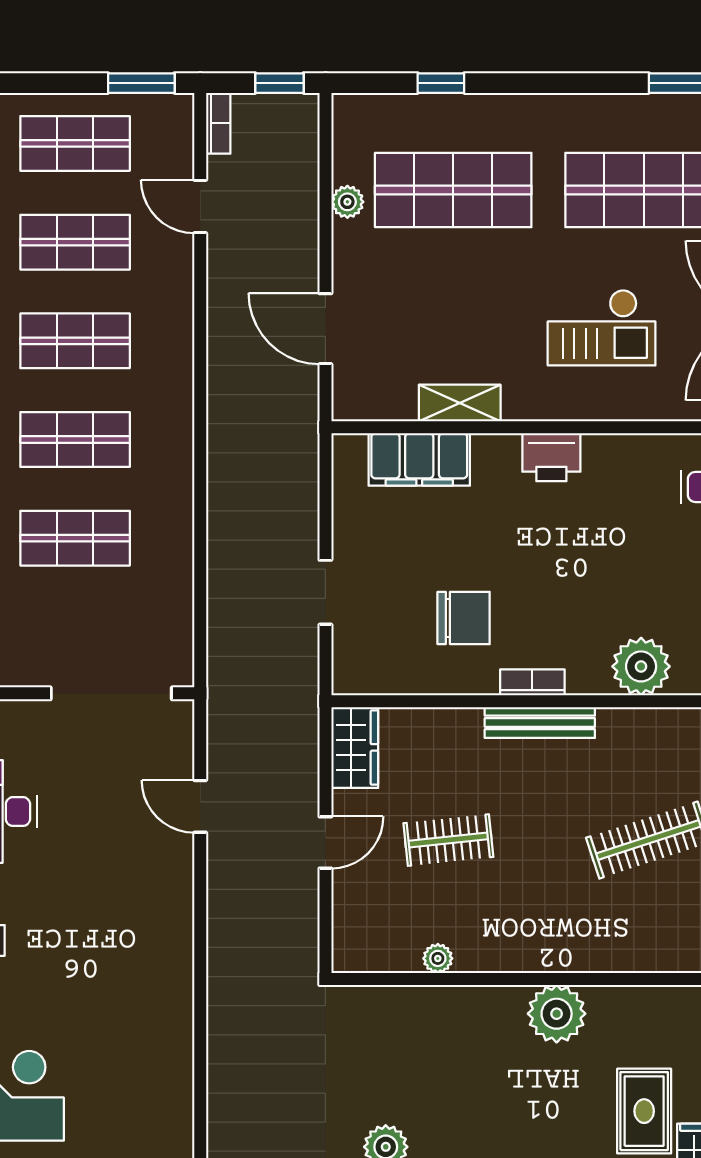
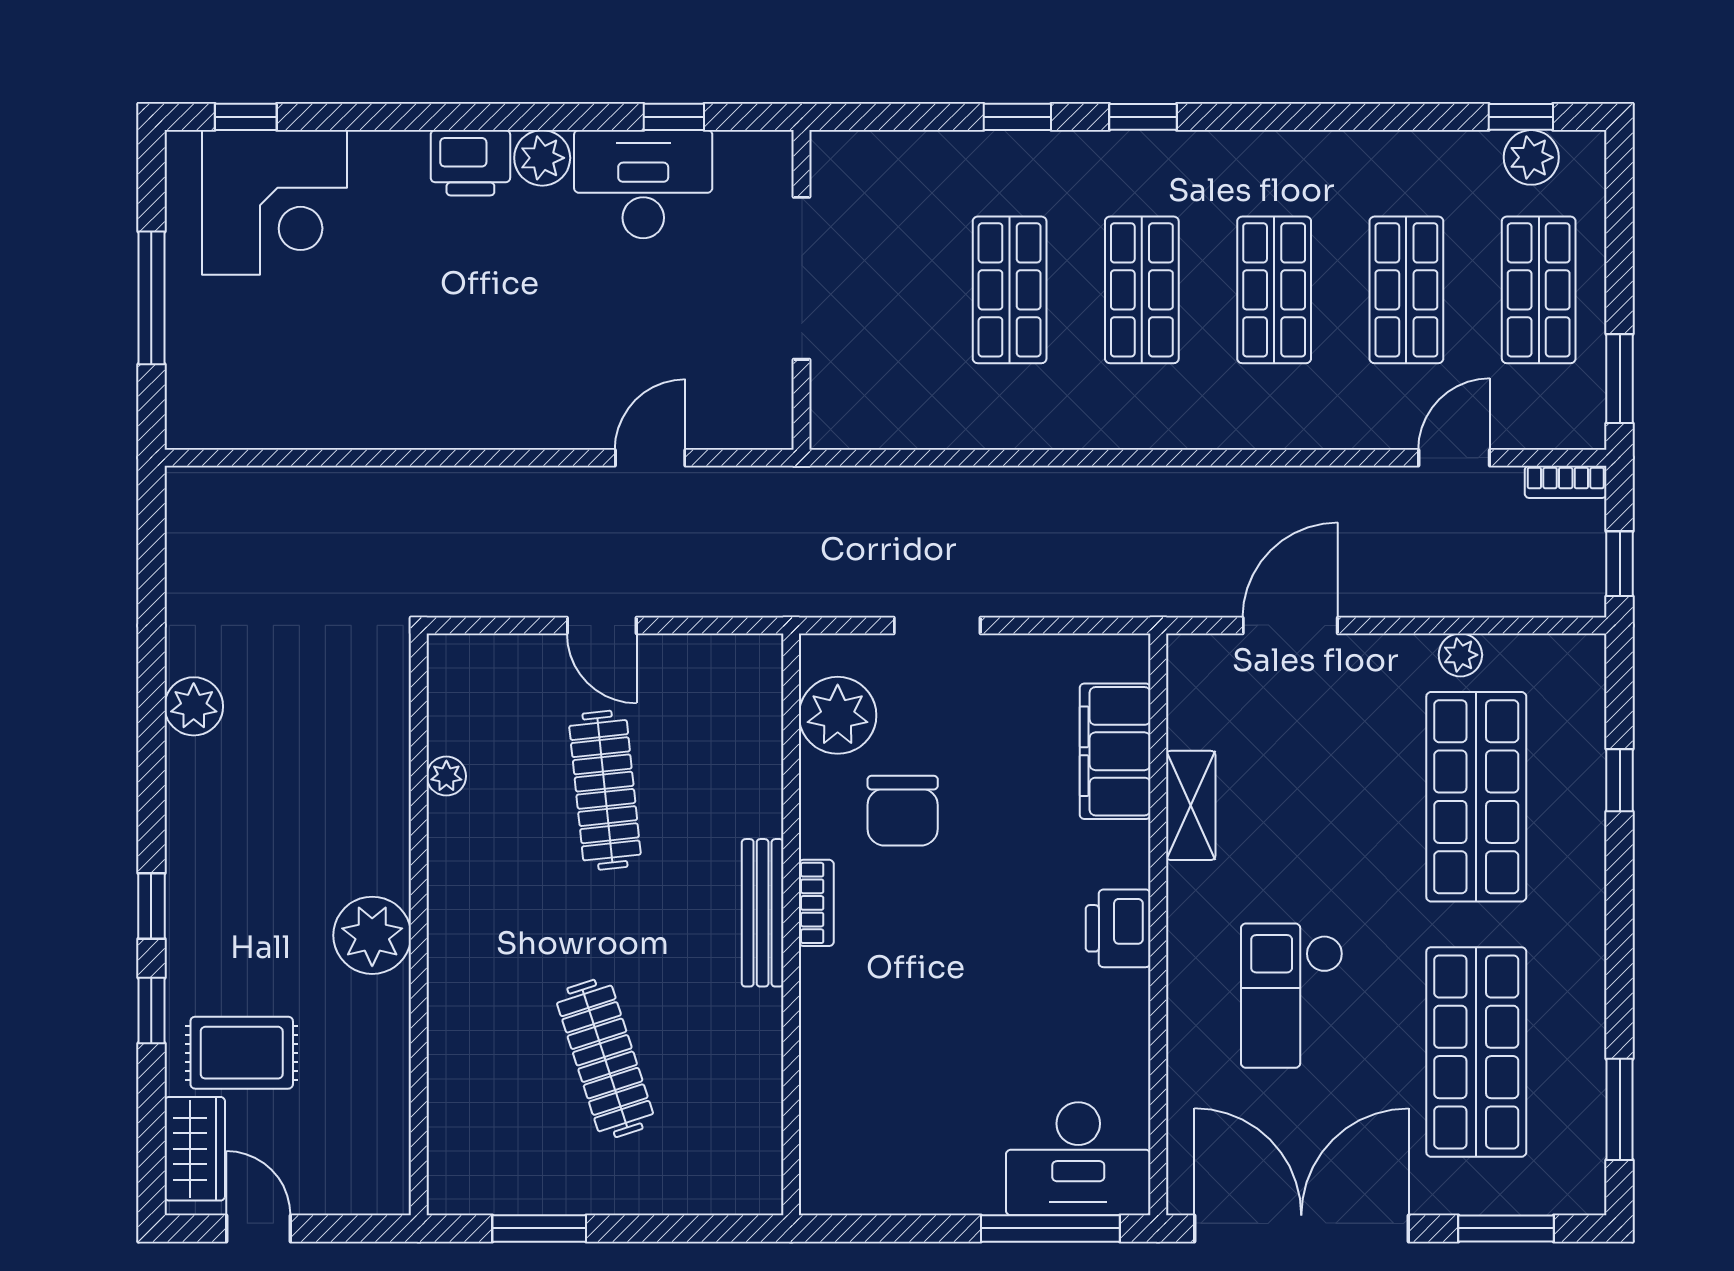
plant: (641, 666) -> (838, 715), moved
doorway: (111, 693) -> (802, 278), moved
wardrobe: (355, 747) -> (729, 665), removed
clothes rail: (448, 840) -> (605, 790), width x1.36

